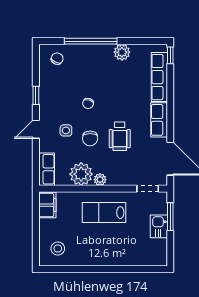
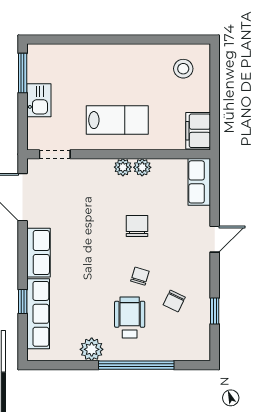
window: (170, 55) -> (23, 302), moved
chair: (57, 59) -> (174, 301), moved
window: (36, 95) -> (215, 311), moved
side table: (66, 130) -> (172, 237), removed
wheelchair: (120, 136) -> (130, 318), moved
plant: (81, 174) -> (142, 167), width x0.53, depth x0.53
window: (170, 217) -> (23, 73), moved

